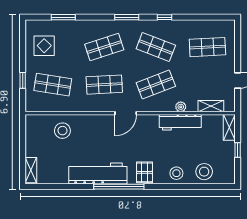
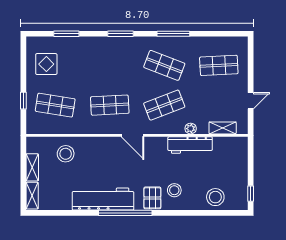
window: (127, 17) -> (120, 34), moved
window: (164, 17) -> (173, 34), width x2.17
shop shelf: (104, 47) -> (110, 65), removed
door: (126, 113) -> (132, 135), hinge flipped
shelving: (229, 127) -> (32, 167), moved
window: (238, 150) -> (251, 194), moved
stool: (176, 173) -> (174, 190), moved

